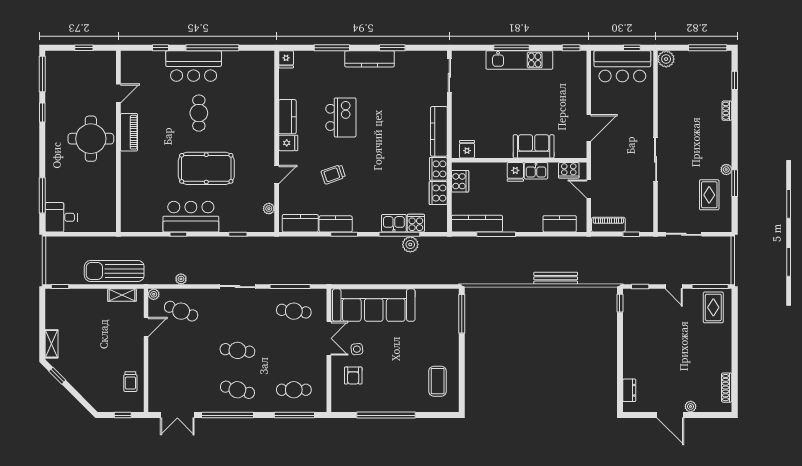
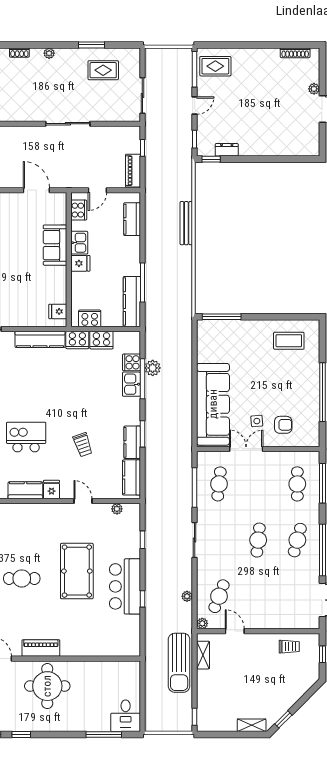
plant: (726, 170) -> (49, 53), moved
dresser: (629, 390) -> (227, 150), moved

